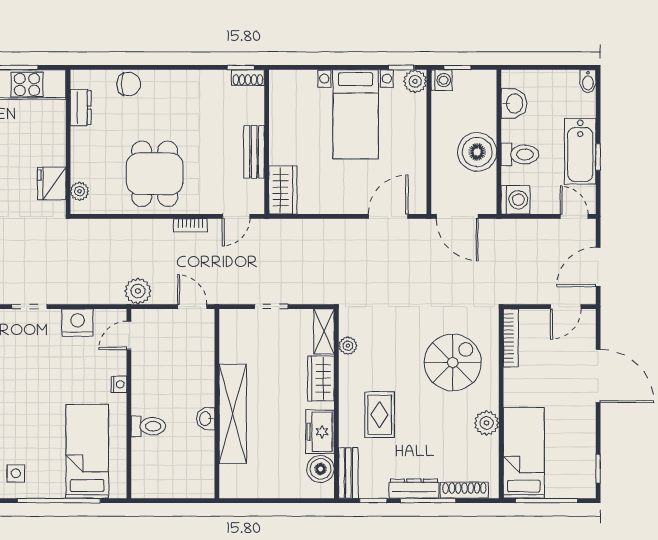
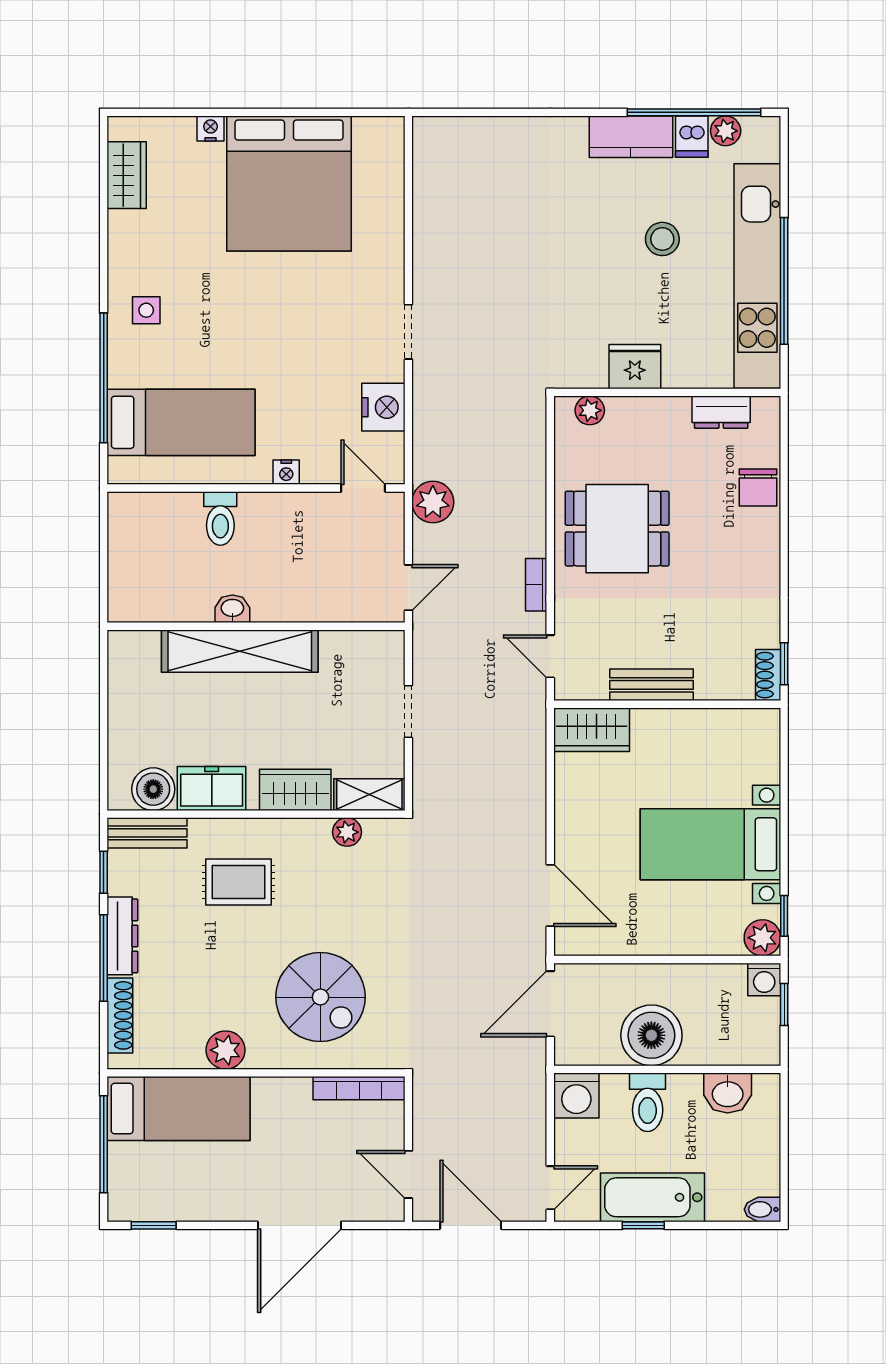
fridge: (52, 184) -> (635, 367), moved

